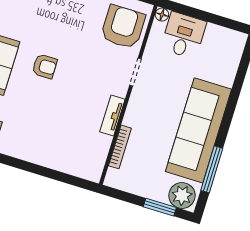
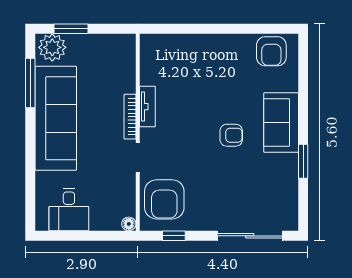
desk: (184, 35) -> (69, 210), moved
armchair: (45, 66) -> (231, 135), turned 180
bookcase: (120, 147) -> (130, 117), moved

